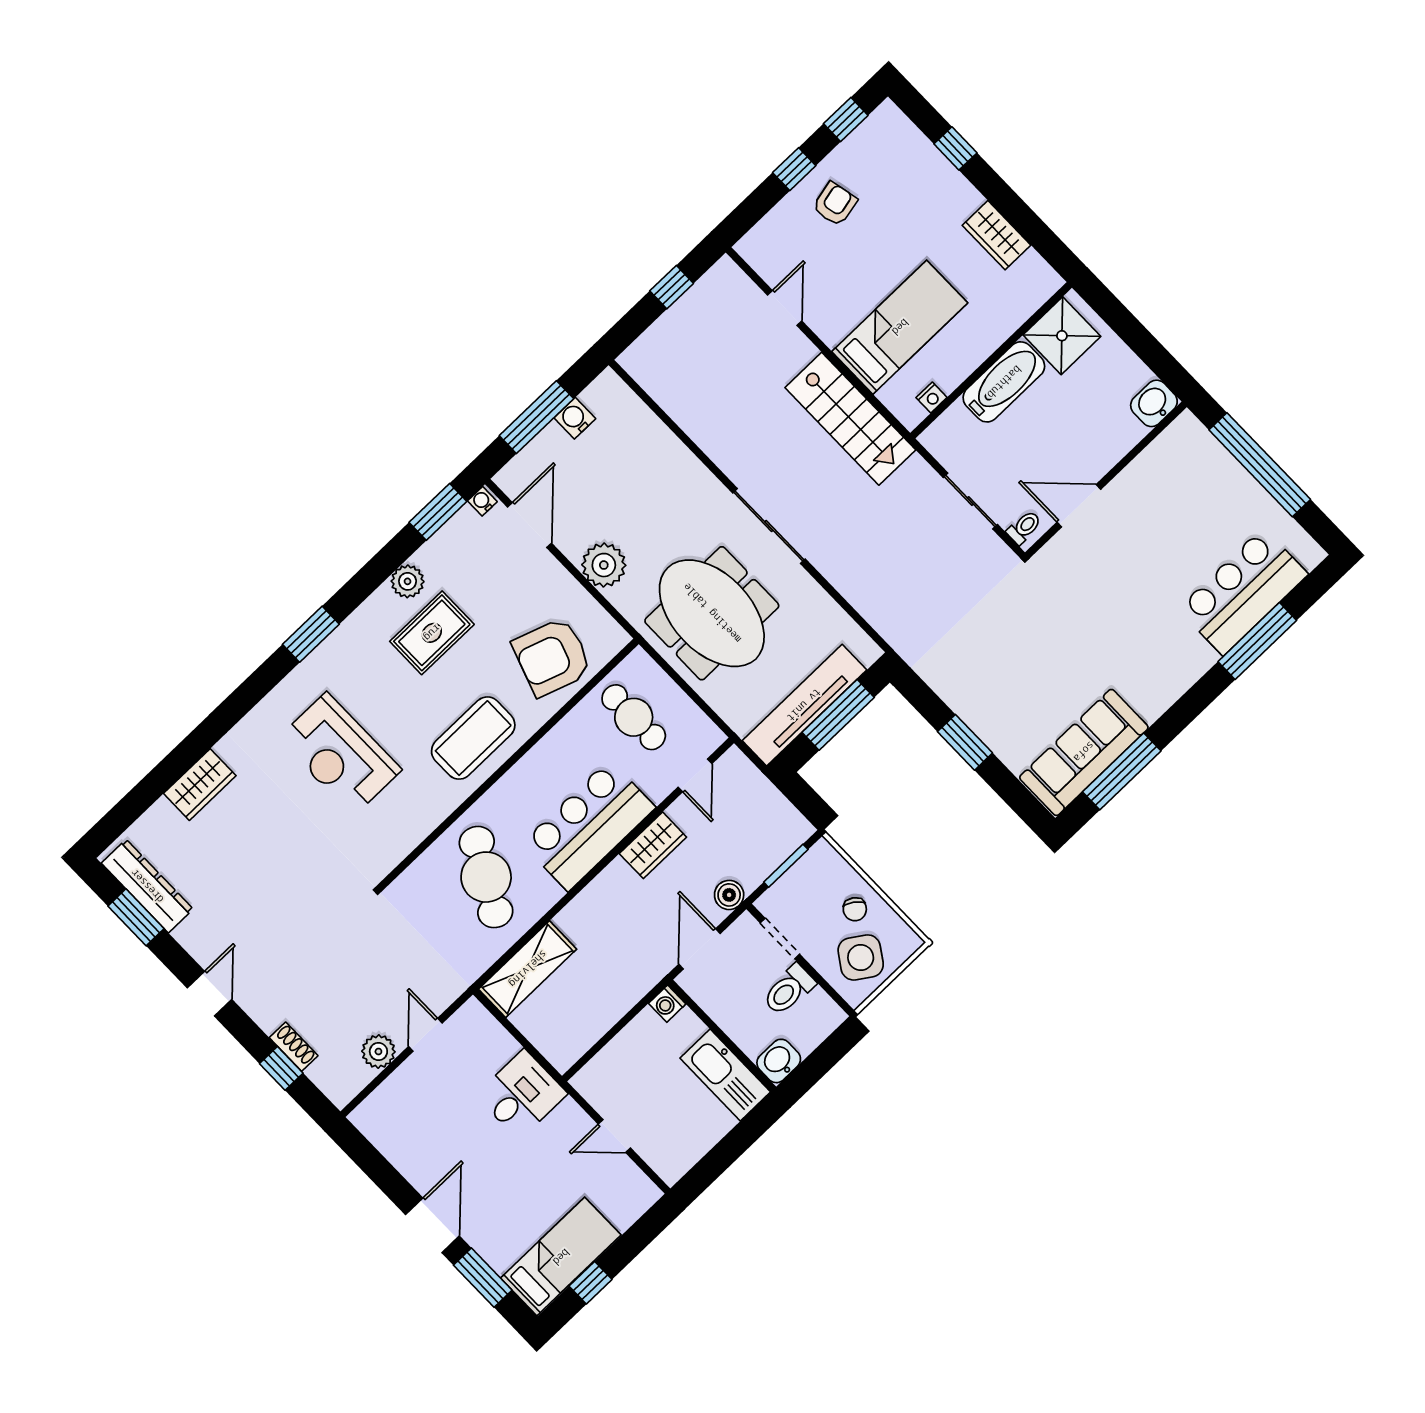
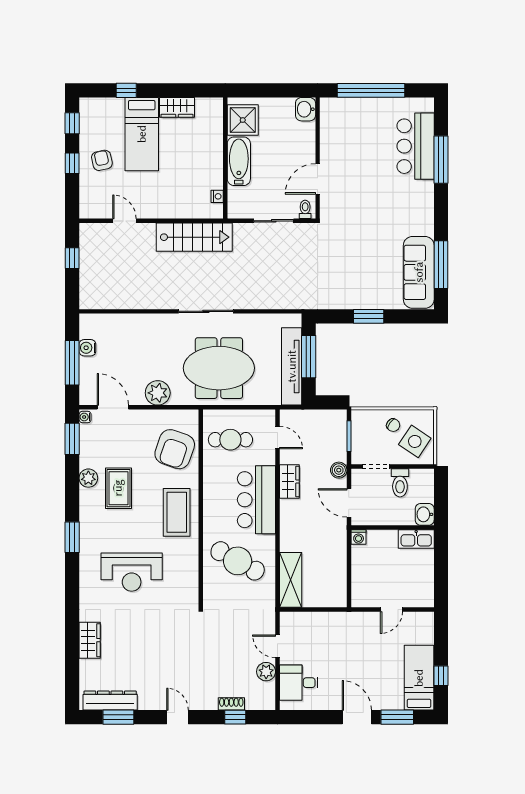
bed: (900, 327) -> (142, 134), moved, turned 180
kitchen sink: (725, 1075) -> (416, 539), width x0.73, depth x0.81
desk: (522, 1095) -> (299, 683), moved, turned -90

